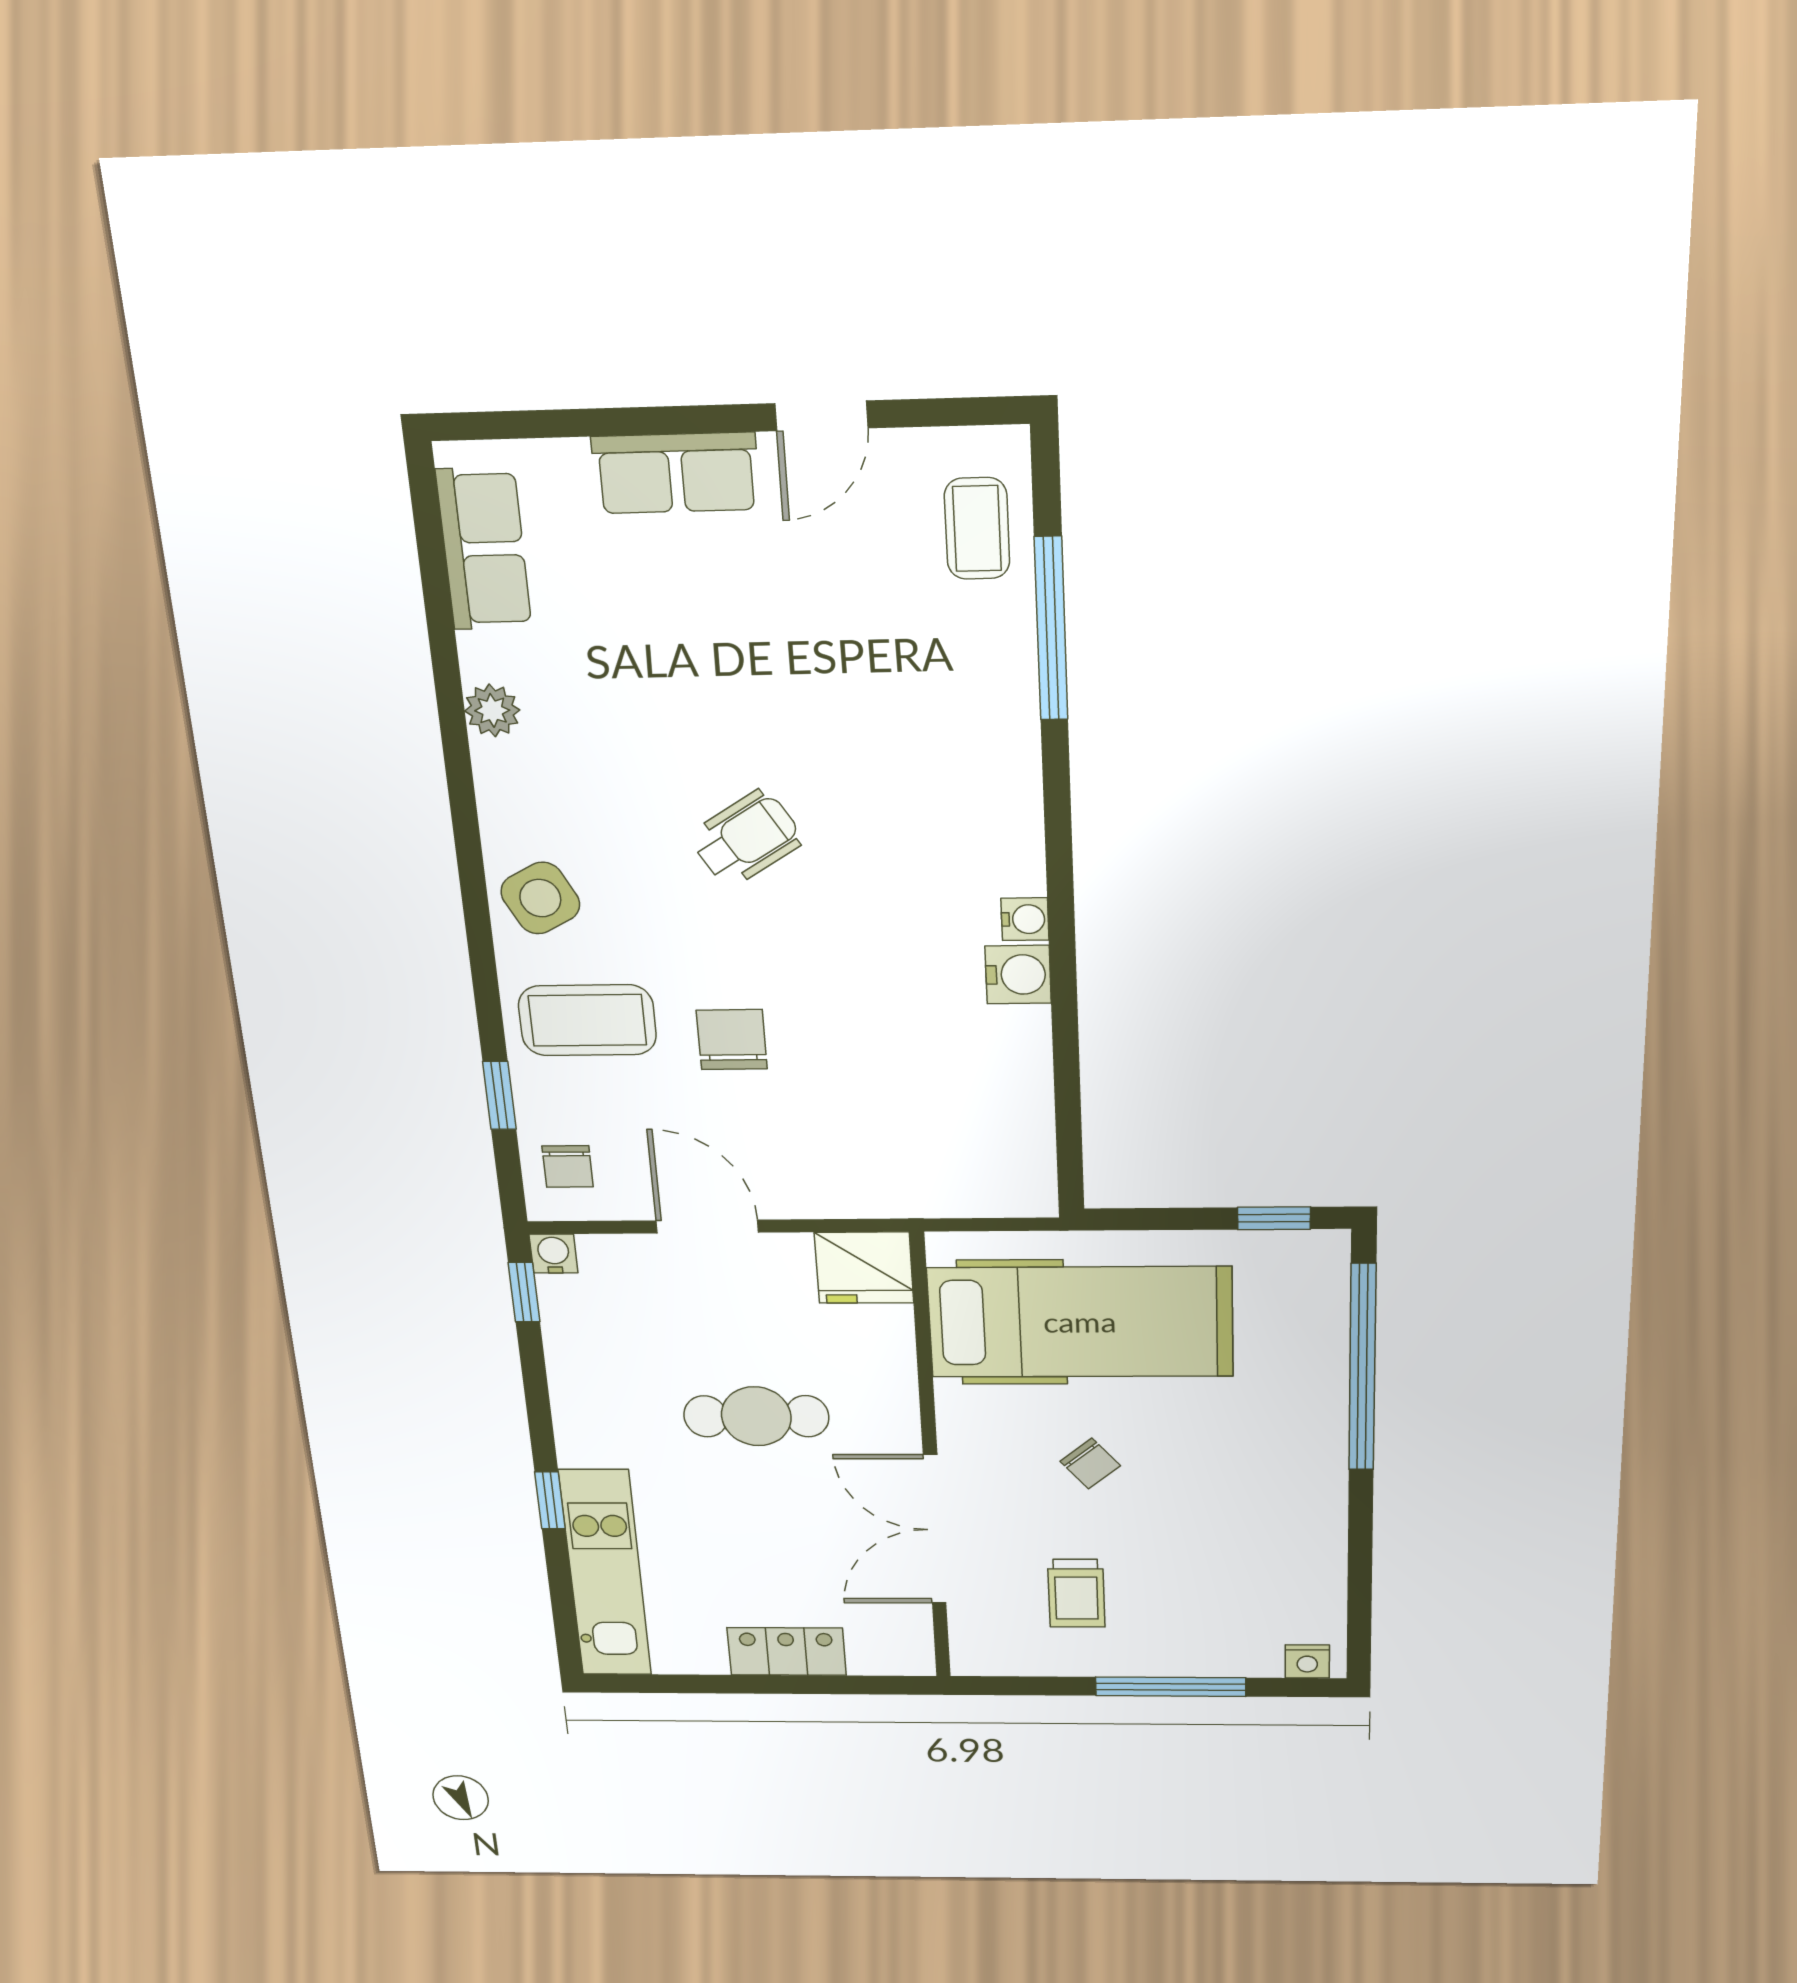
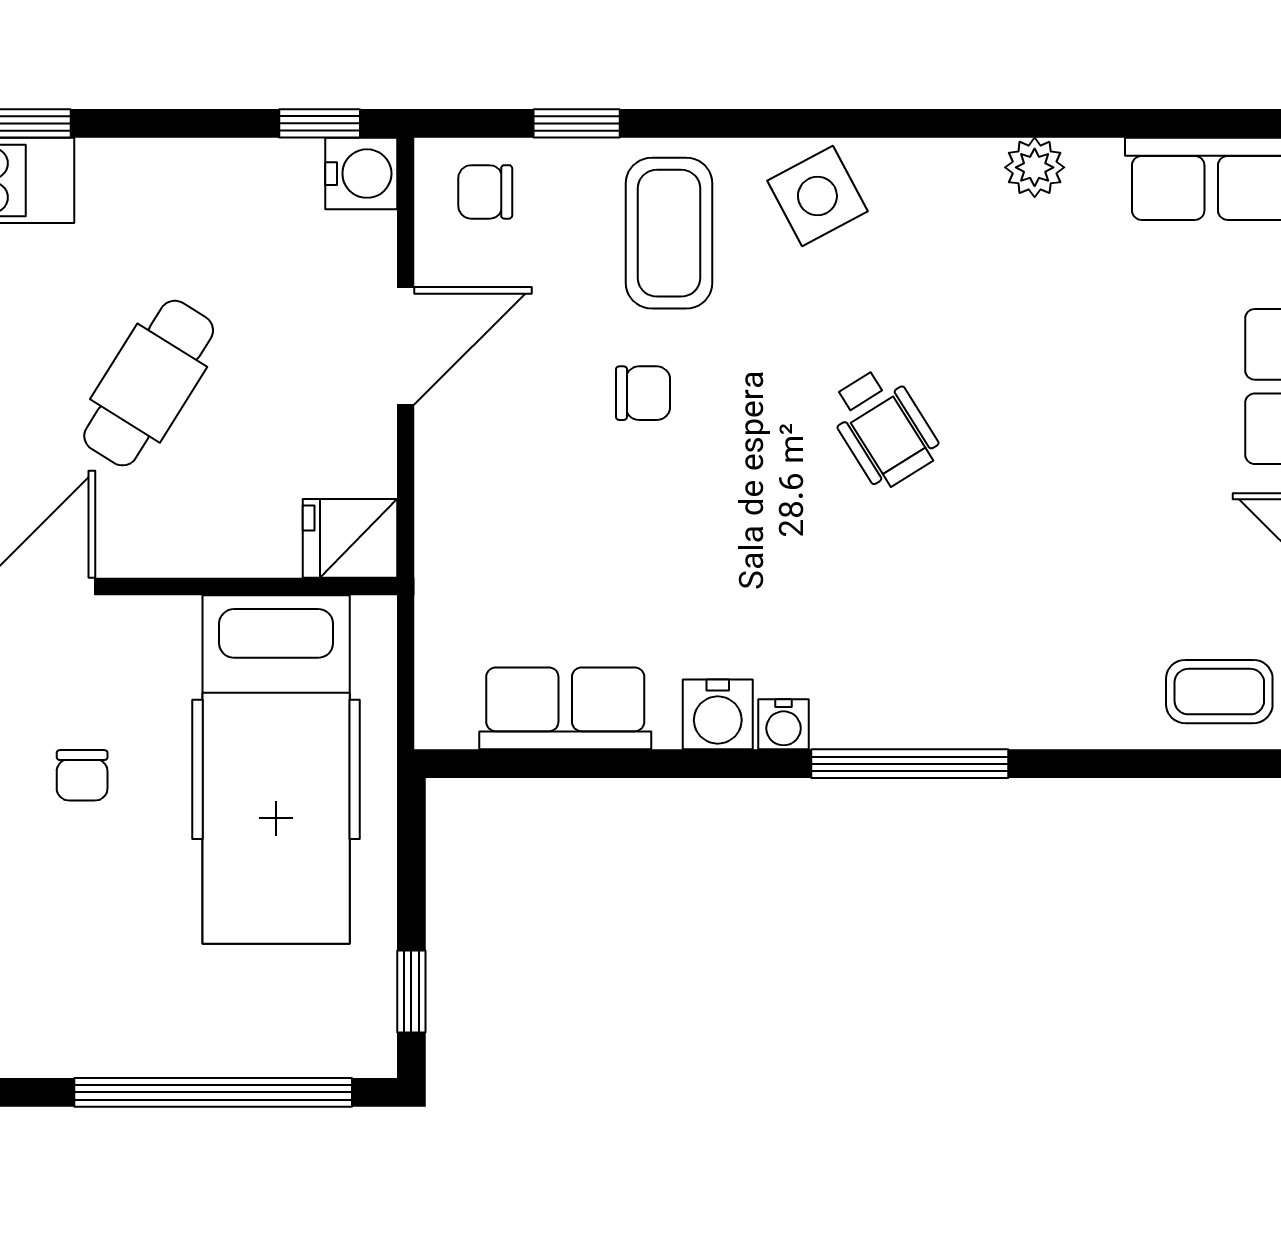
window: (1051, 629) -> (910, 764), moved
chair: (732, 1040) -> (643, 393), width x0.73, depth x0.73
row of seats: (1018, 1099) -> (565, 708), added
water cooler: (554, 1254) -> (361, 174), width x1.38, depth x1.38
fridge: (864, 1268) -> (350, 538), width x0.72
cafe table: (756, 1416) -> (149, 383), turned 32
chair: (1090, 1463) -> (82, 775), turned -50

